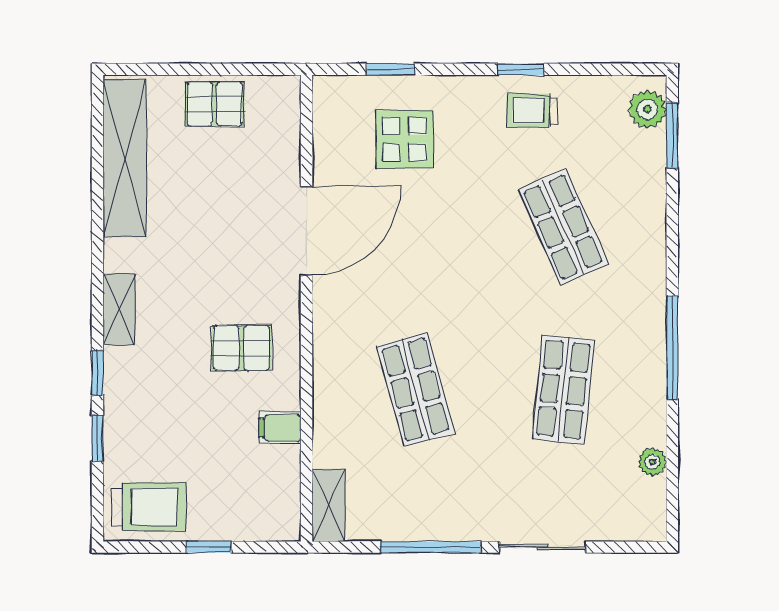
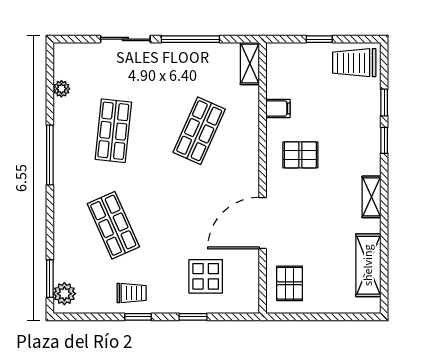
window: (391, 69) -> (193, 317), moved
pallet: (215, 104) -> (290, 283), moved, turned 90
shelving: (125, 158) -> (368, 265), width x0.68
shelving: (119, 309) -> (372, 197), moved
shop shelf: (416, 390) -> (199, 131), turned 39

